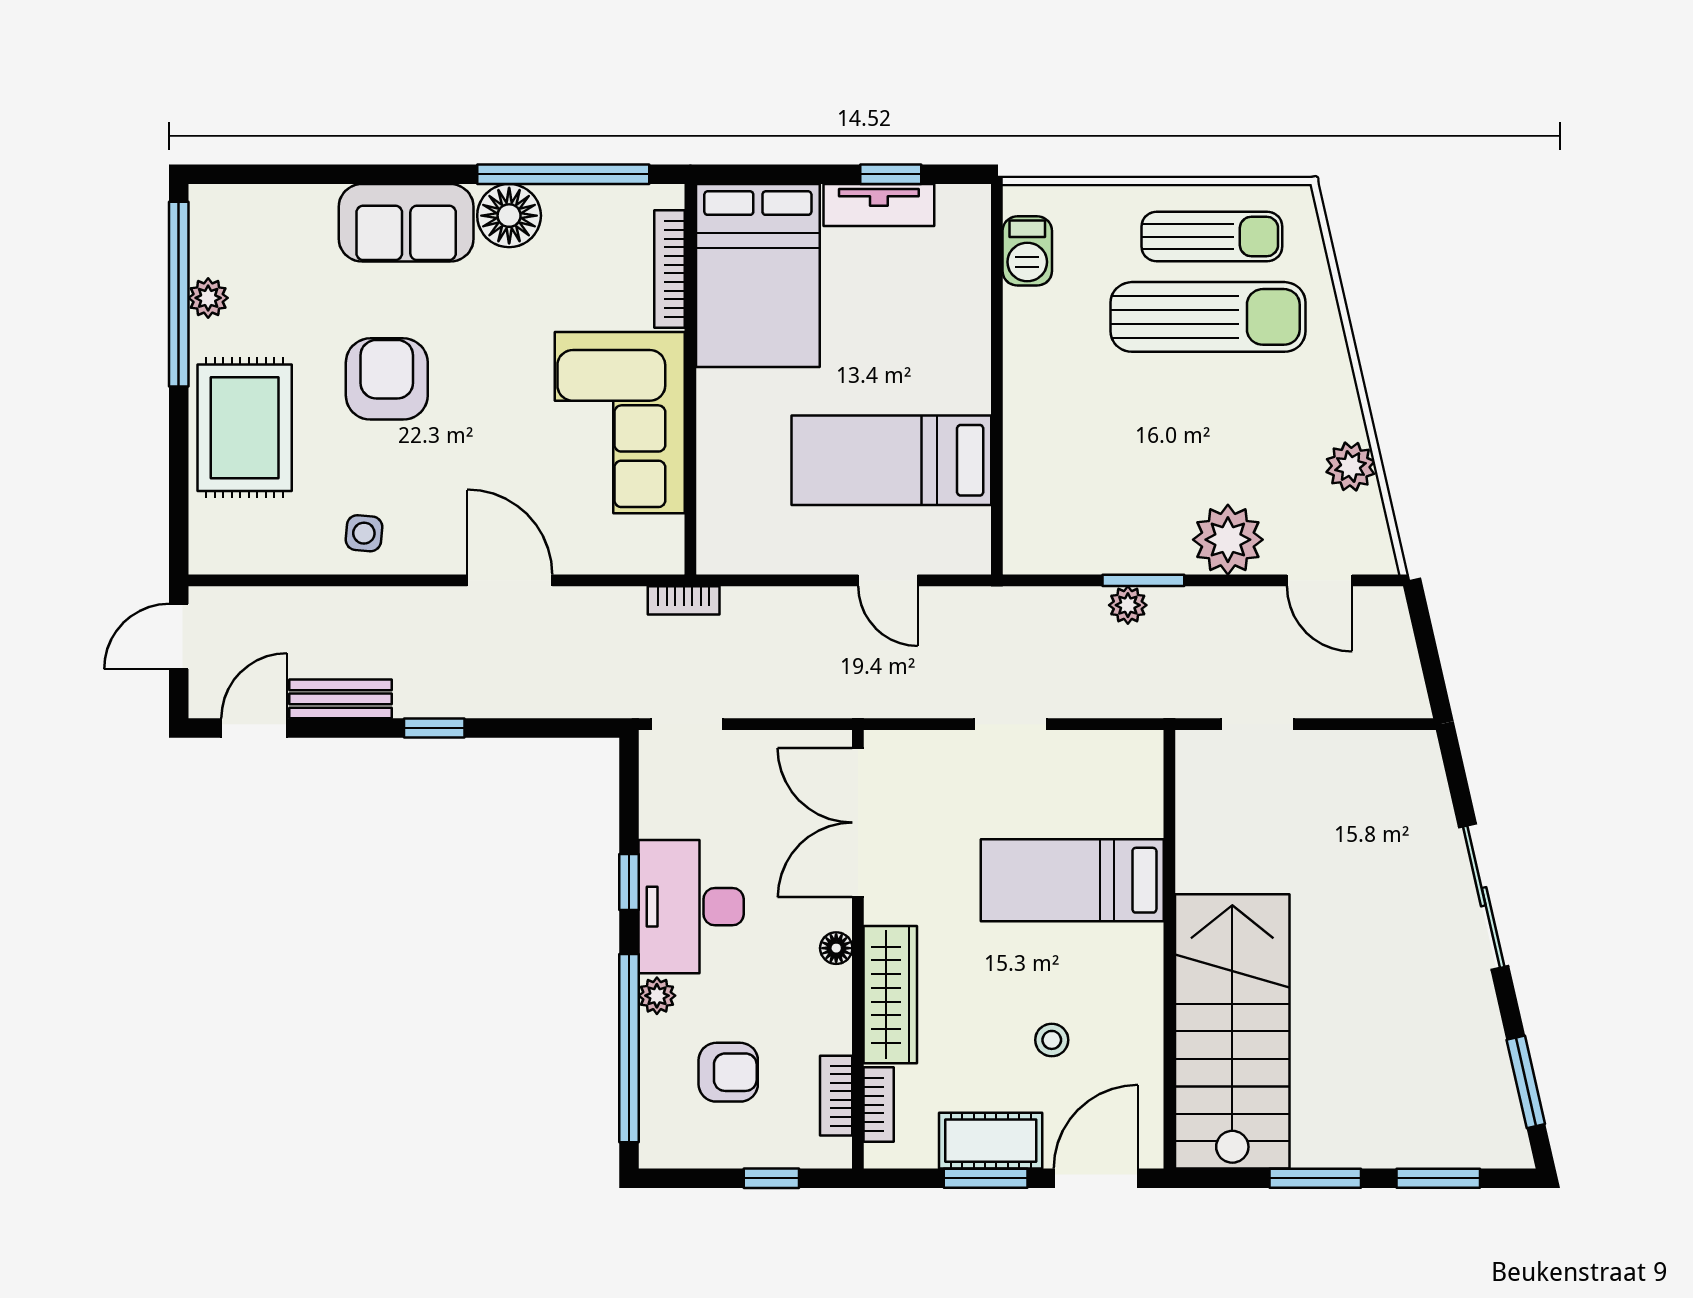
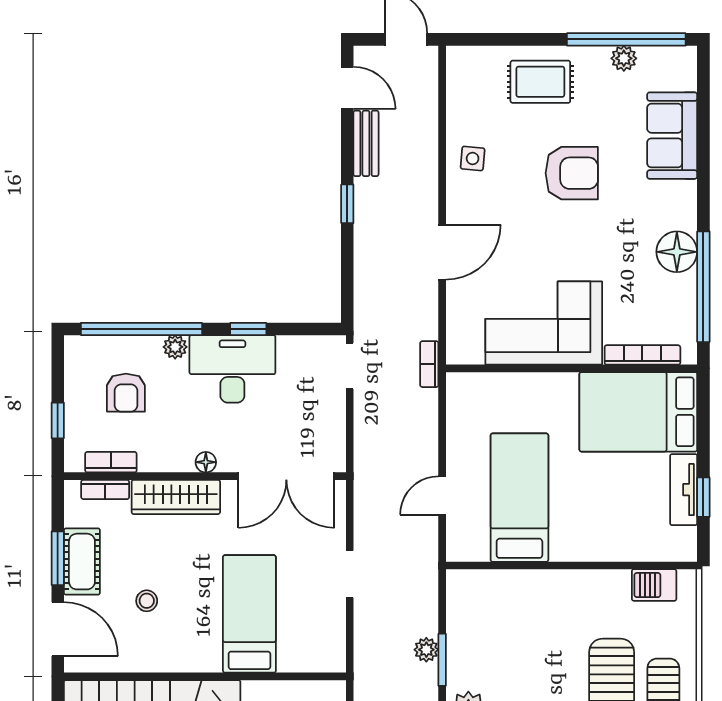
sofa: (406, 223) -> (672, 136), moved
rug: (245, 428) -> (540, 82), width x0.73, depth x0.70
double door: (858, 823) -> (286, 476), swing flipped

